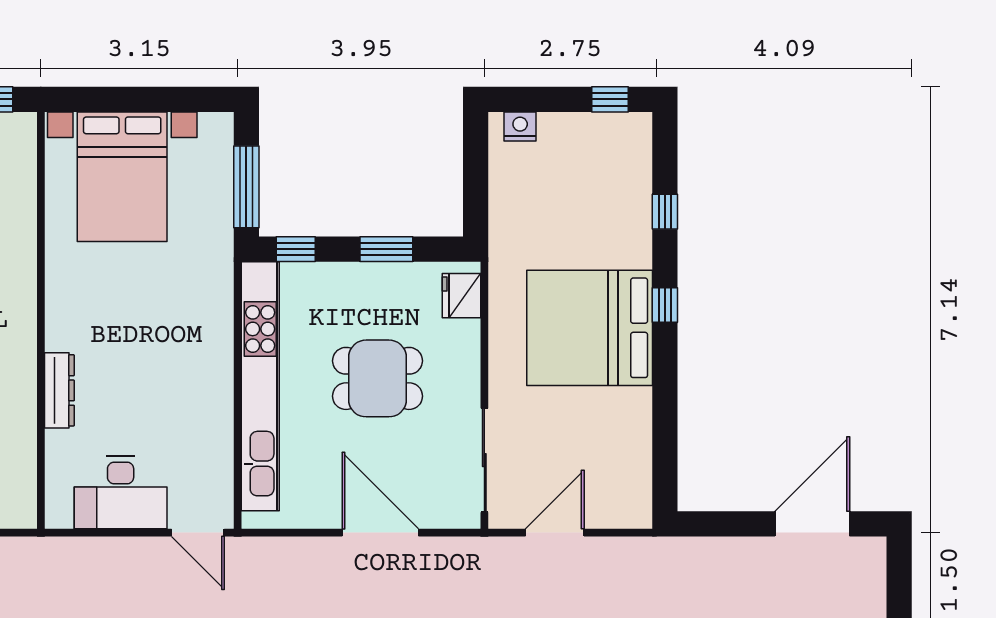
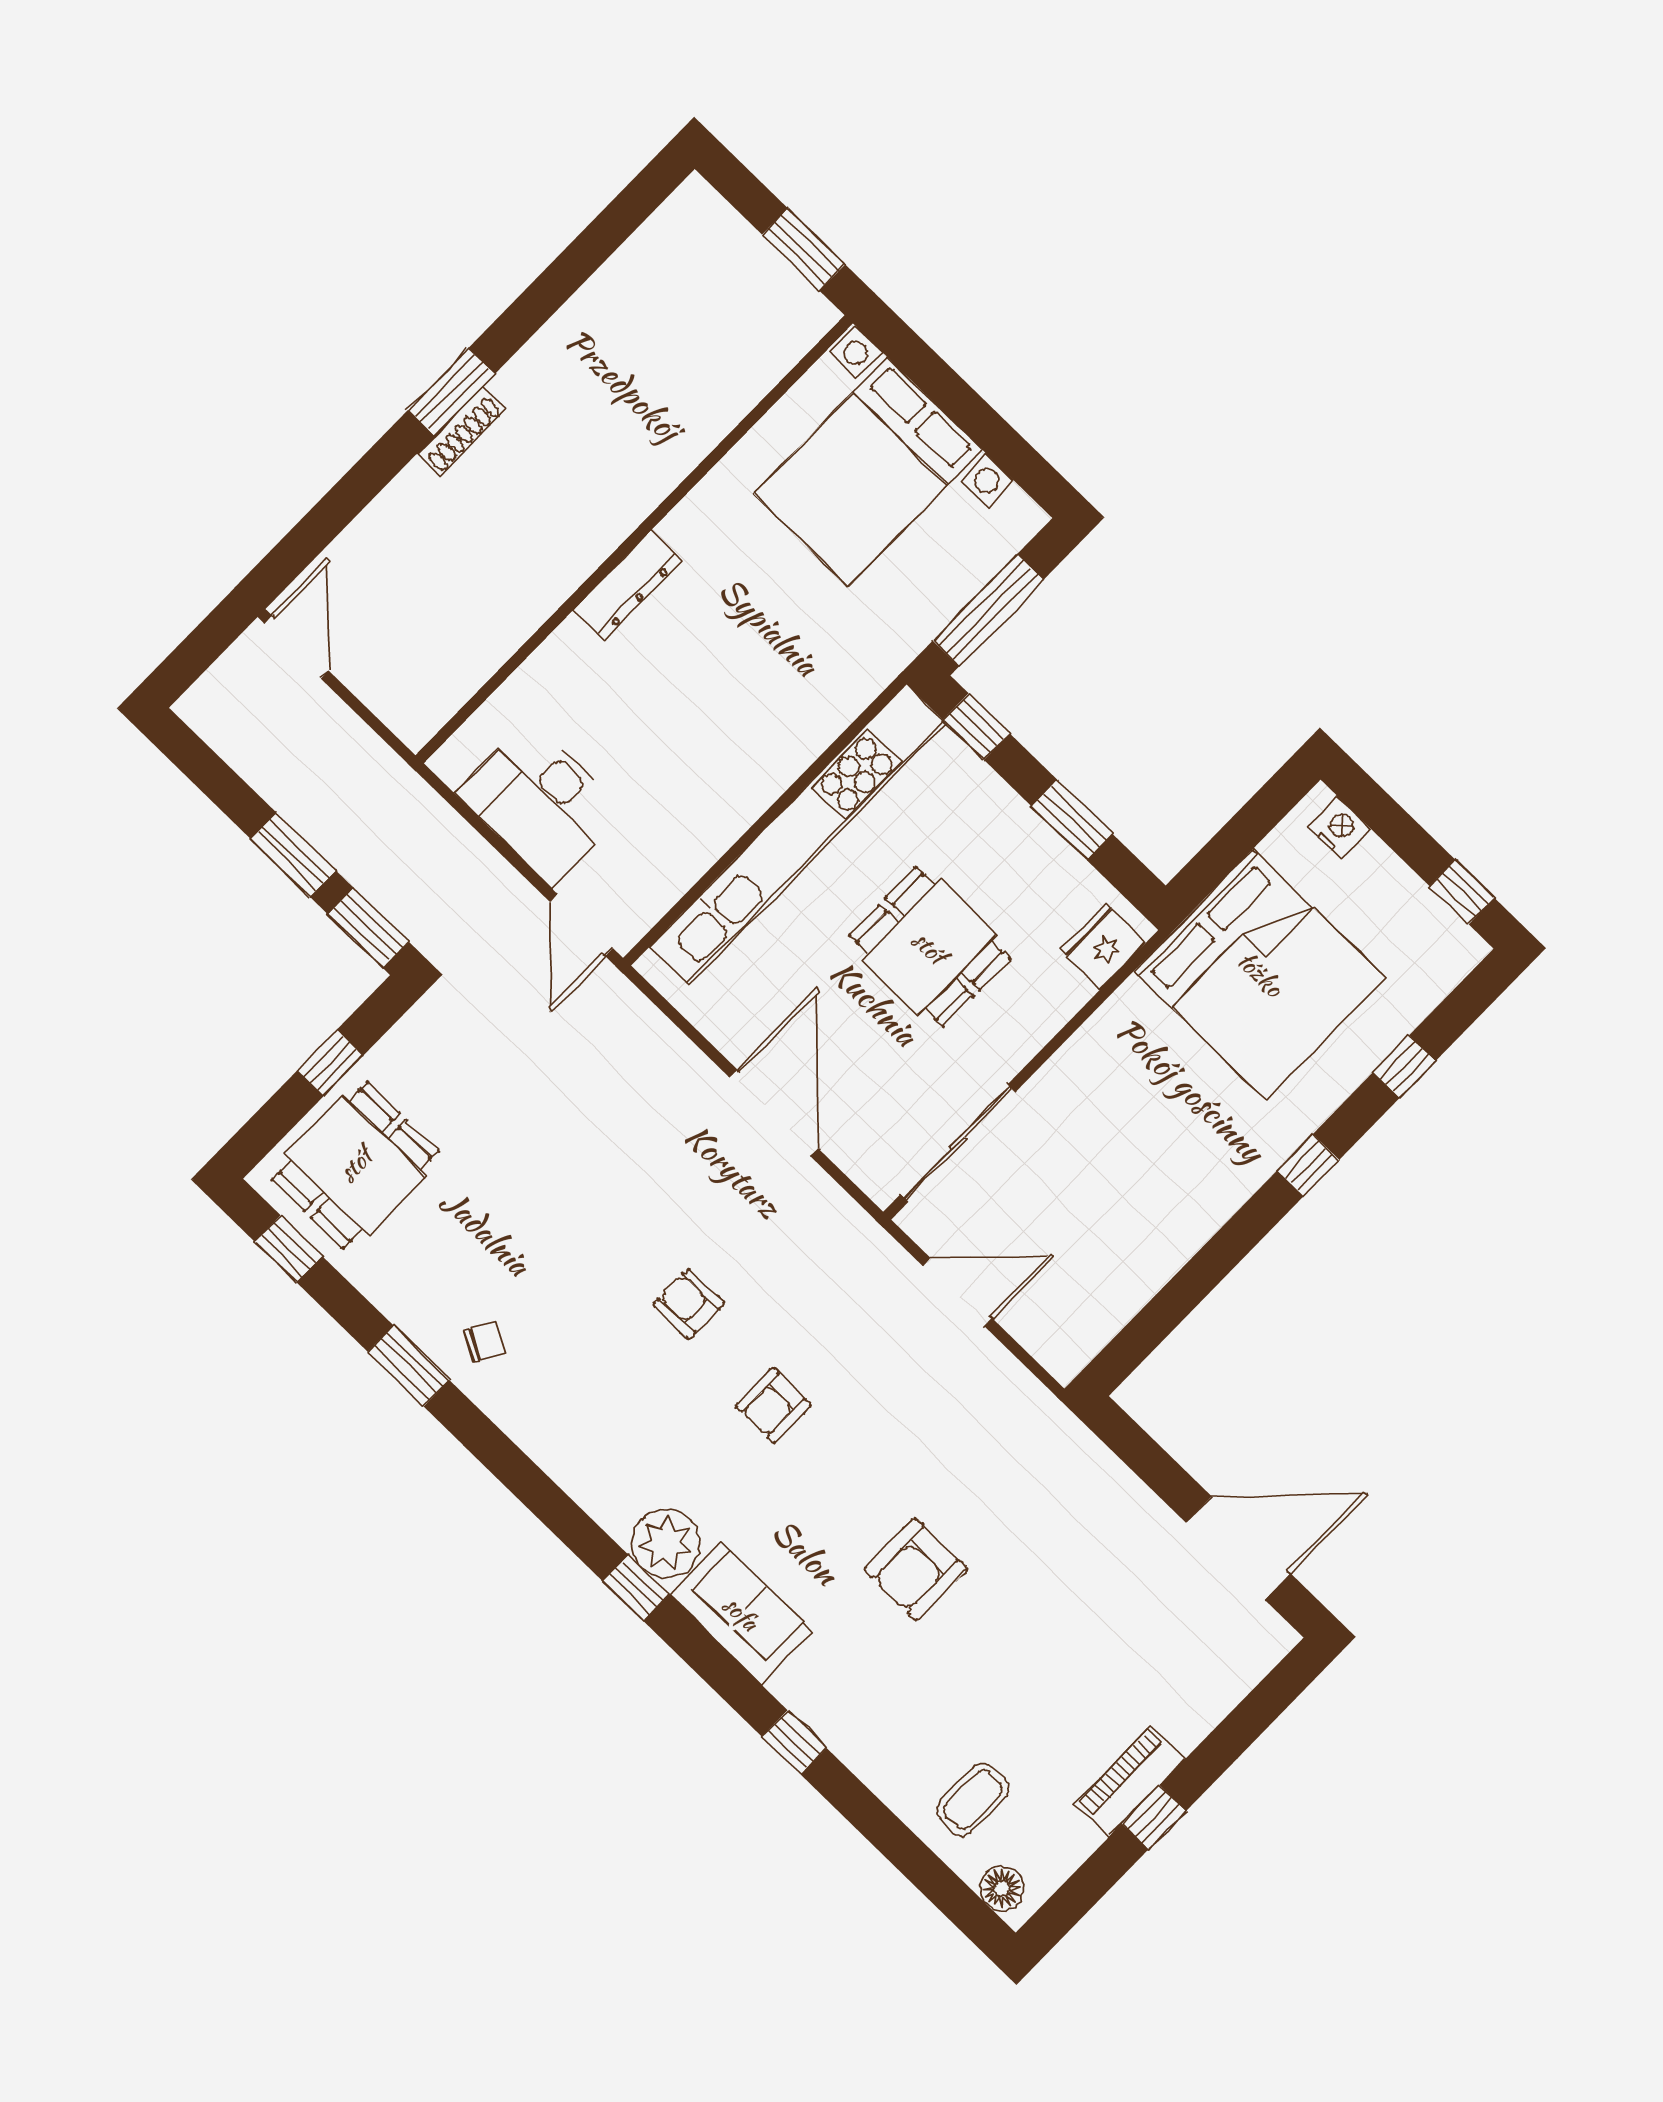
bed: (590, 328) -> (1260, 974), moved, turned 180
dresser: (59, 390) -> (627, 585), moved

